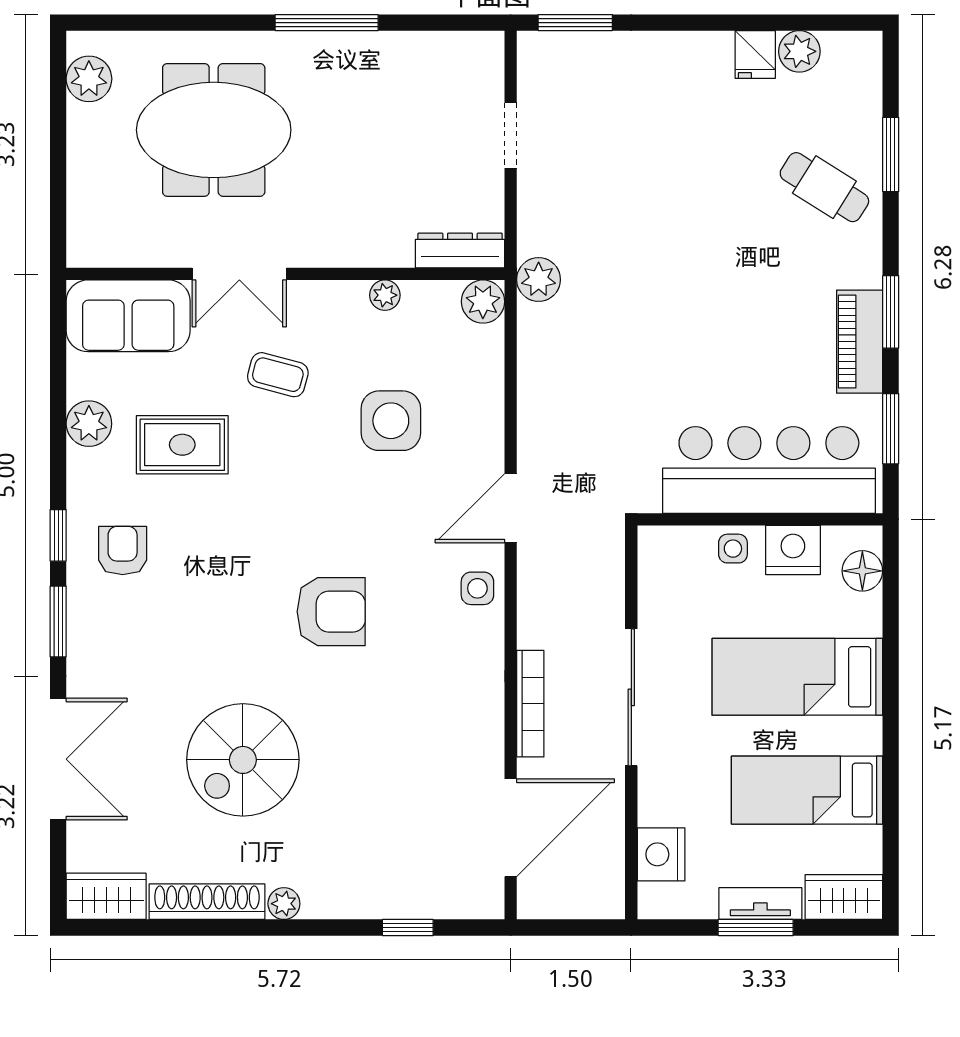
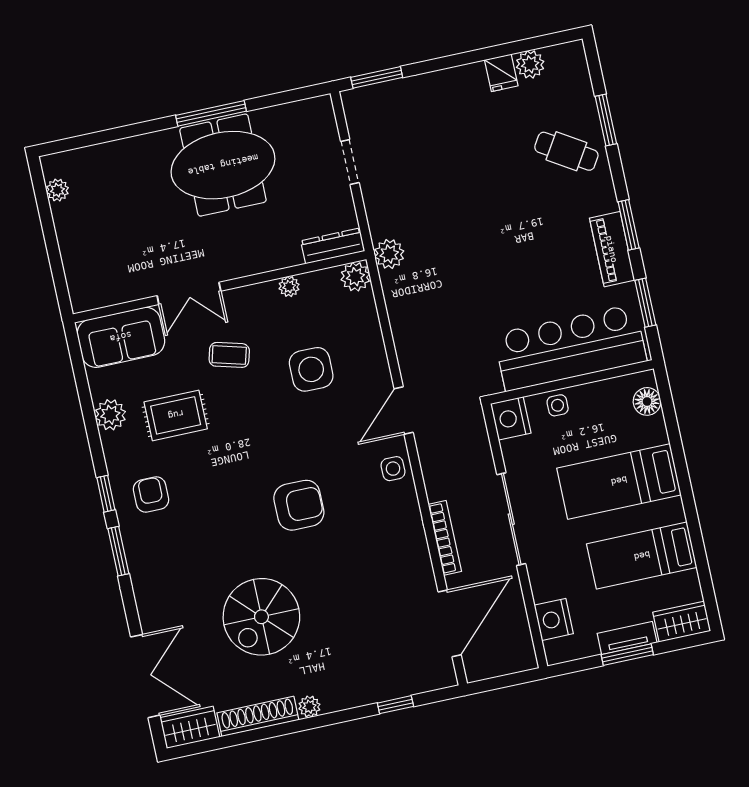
plant: (89, 79) -> (57, 190), width x0.73, depth x0.73
meeting table: (214, 130) -> (223, 165), moved
nightstand: (793, 550) -> (511, 418), moved, turned -90
double door: (58, 759) -> (145, 676), moved

